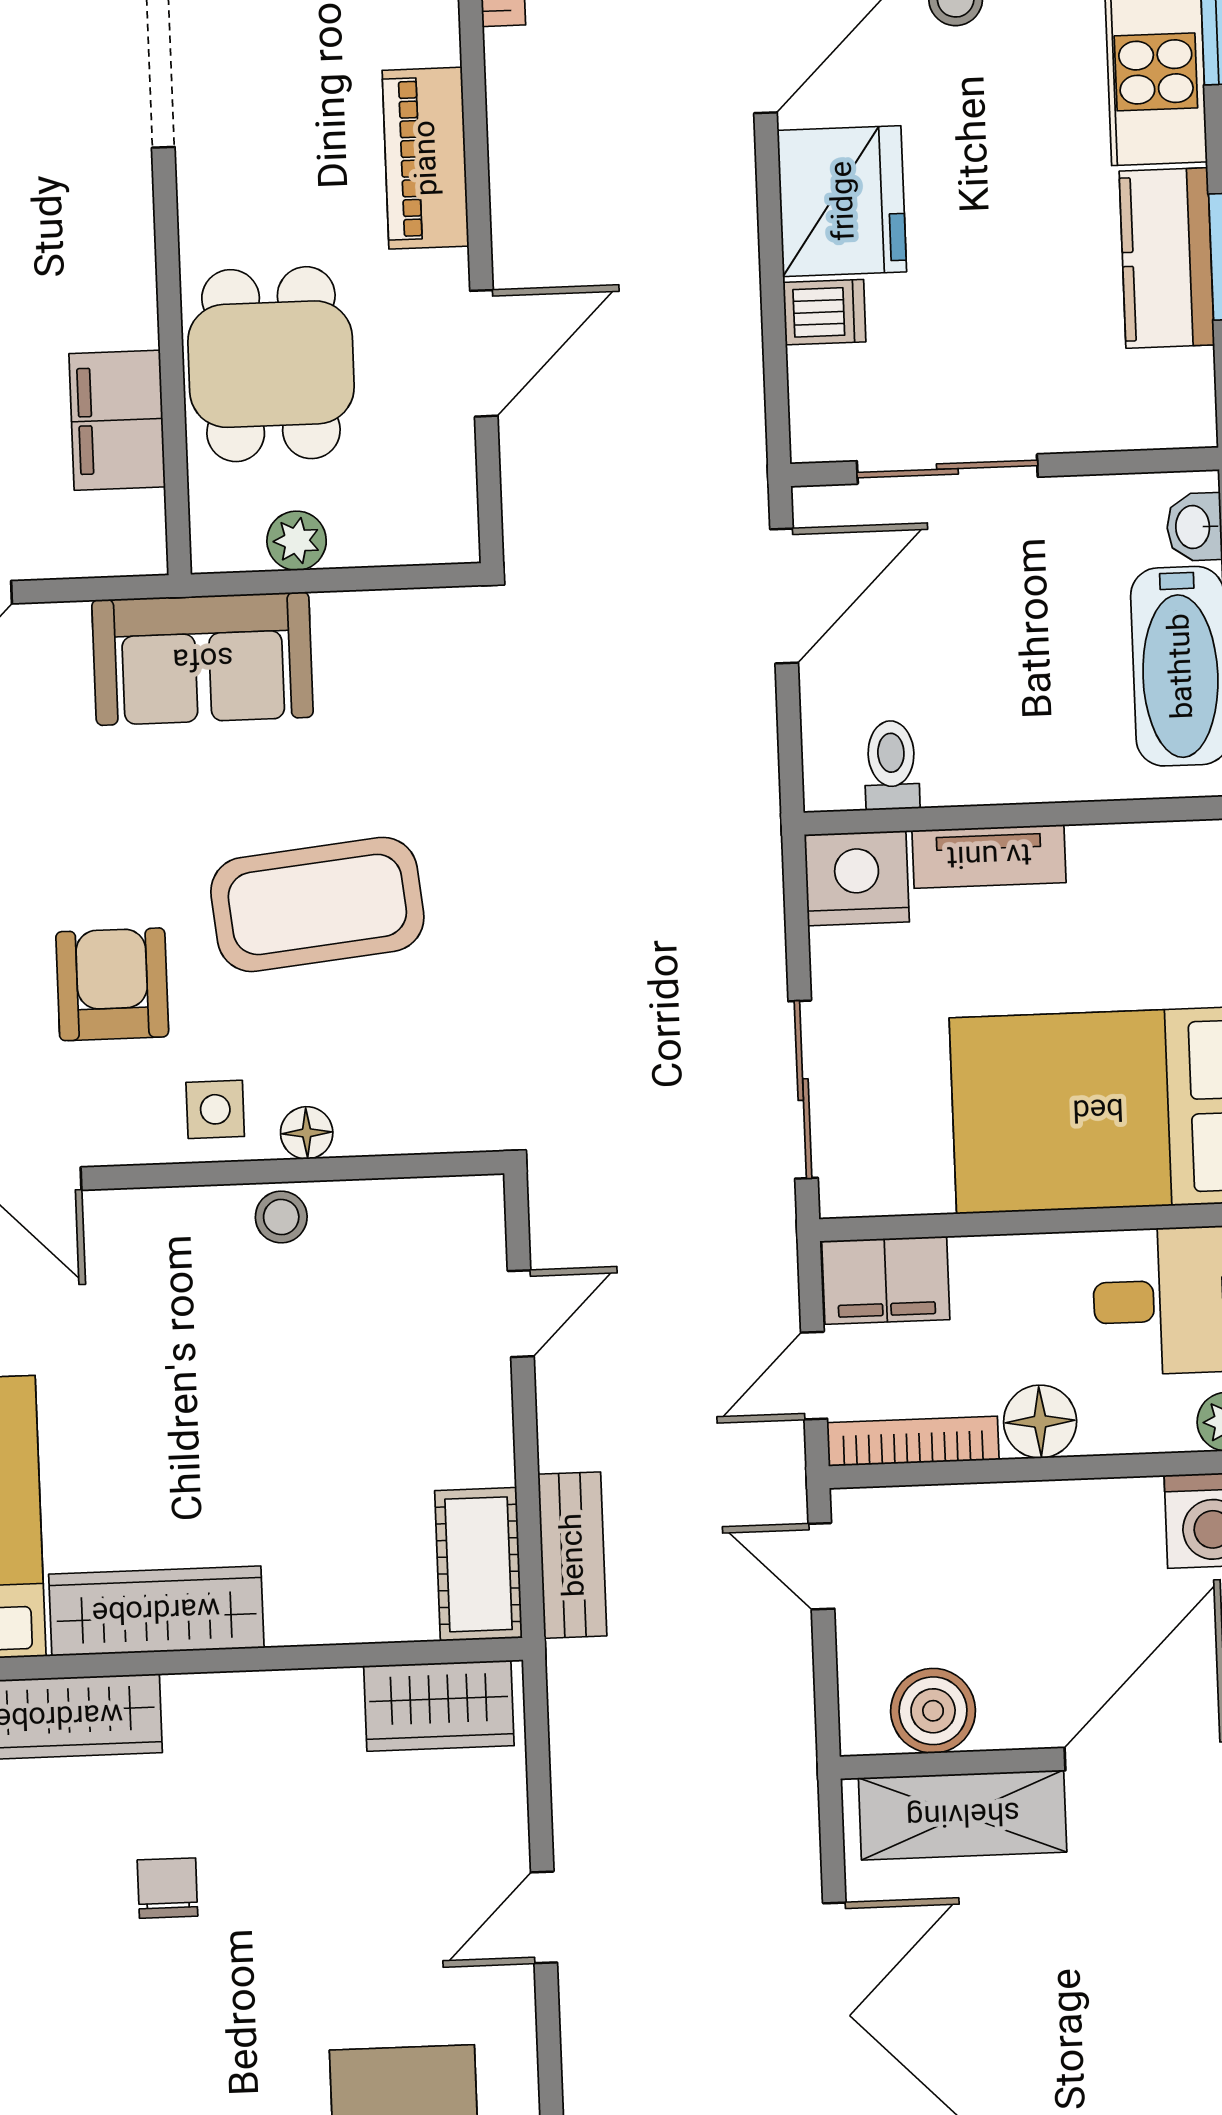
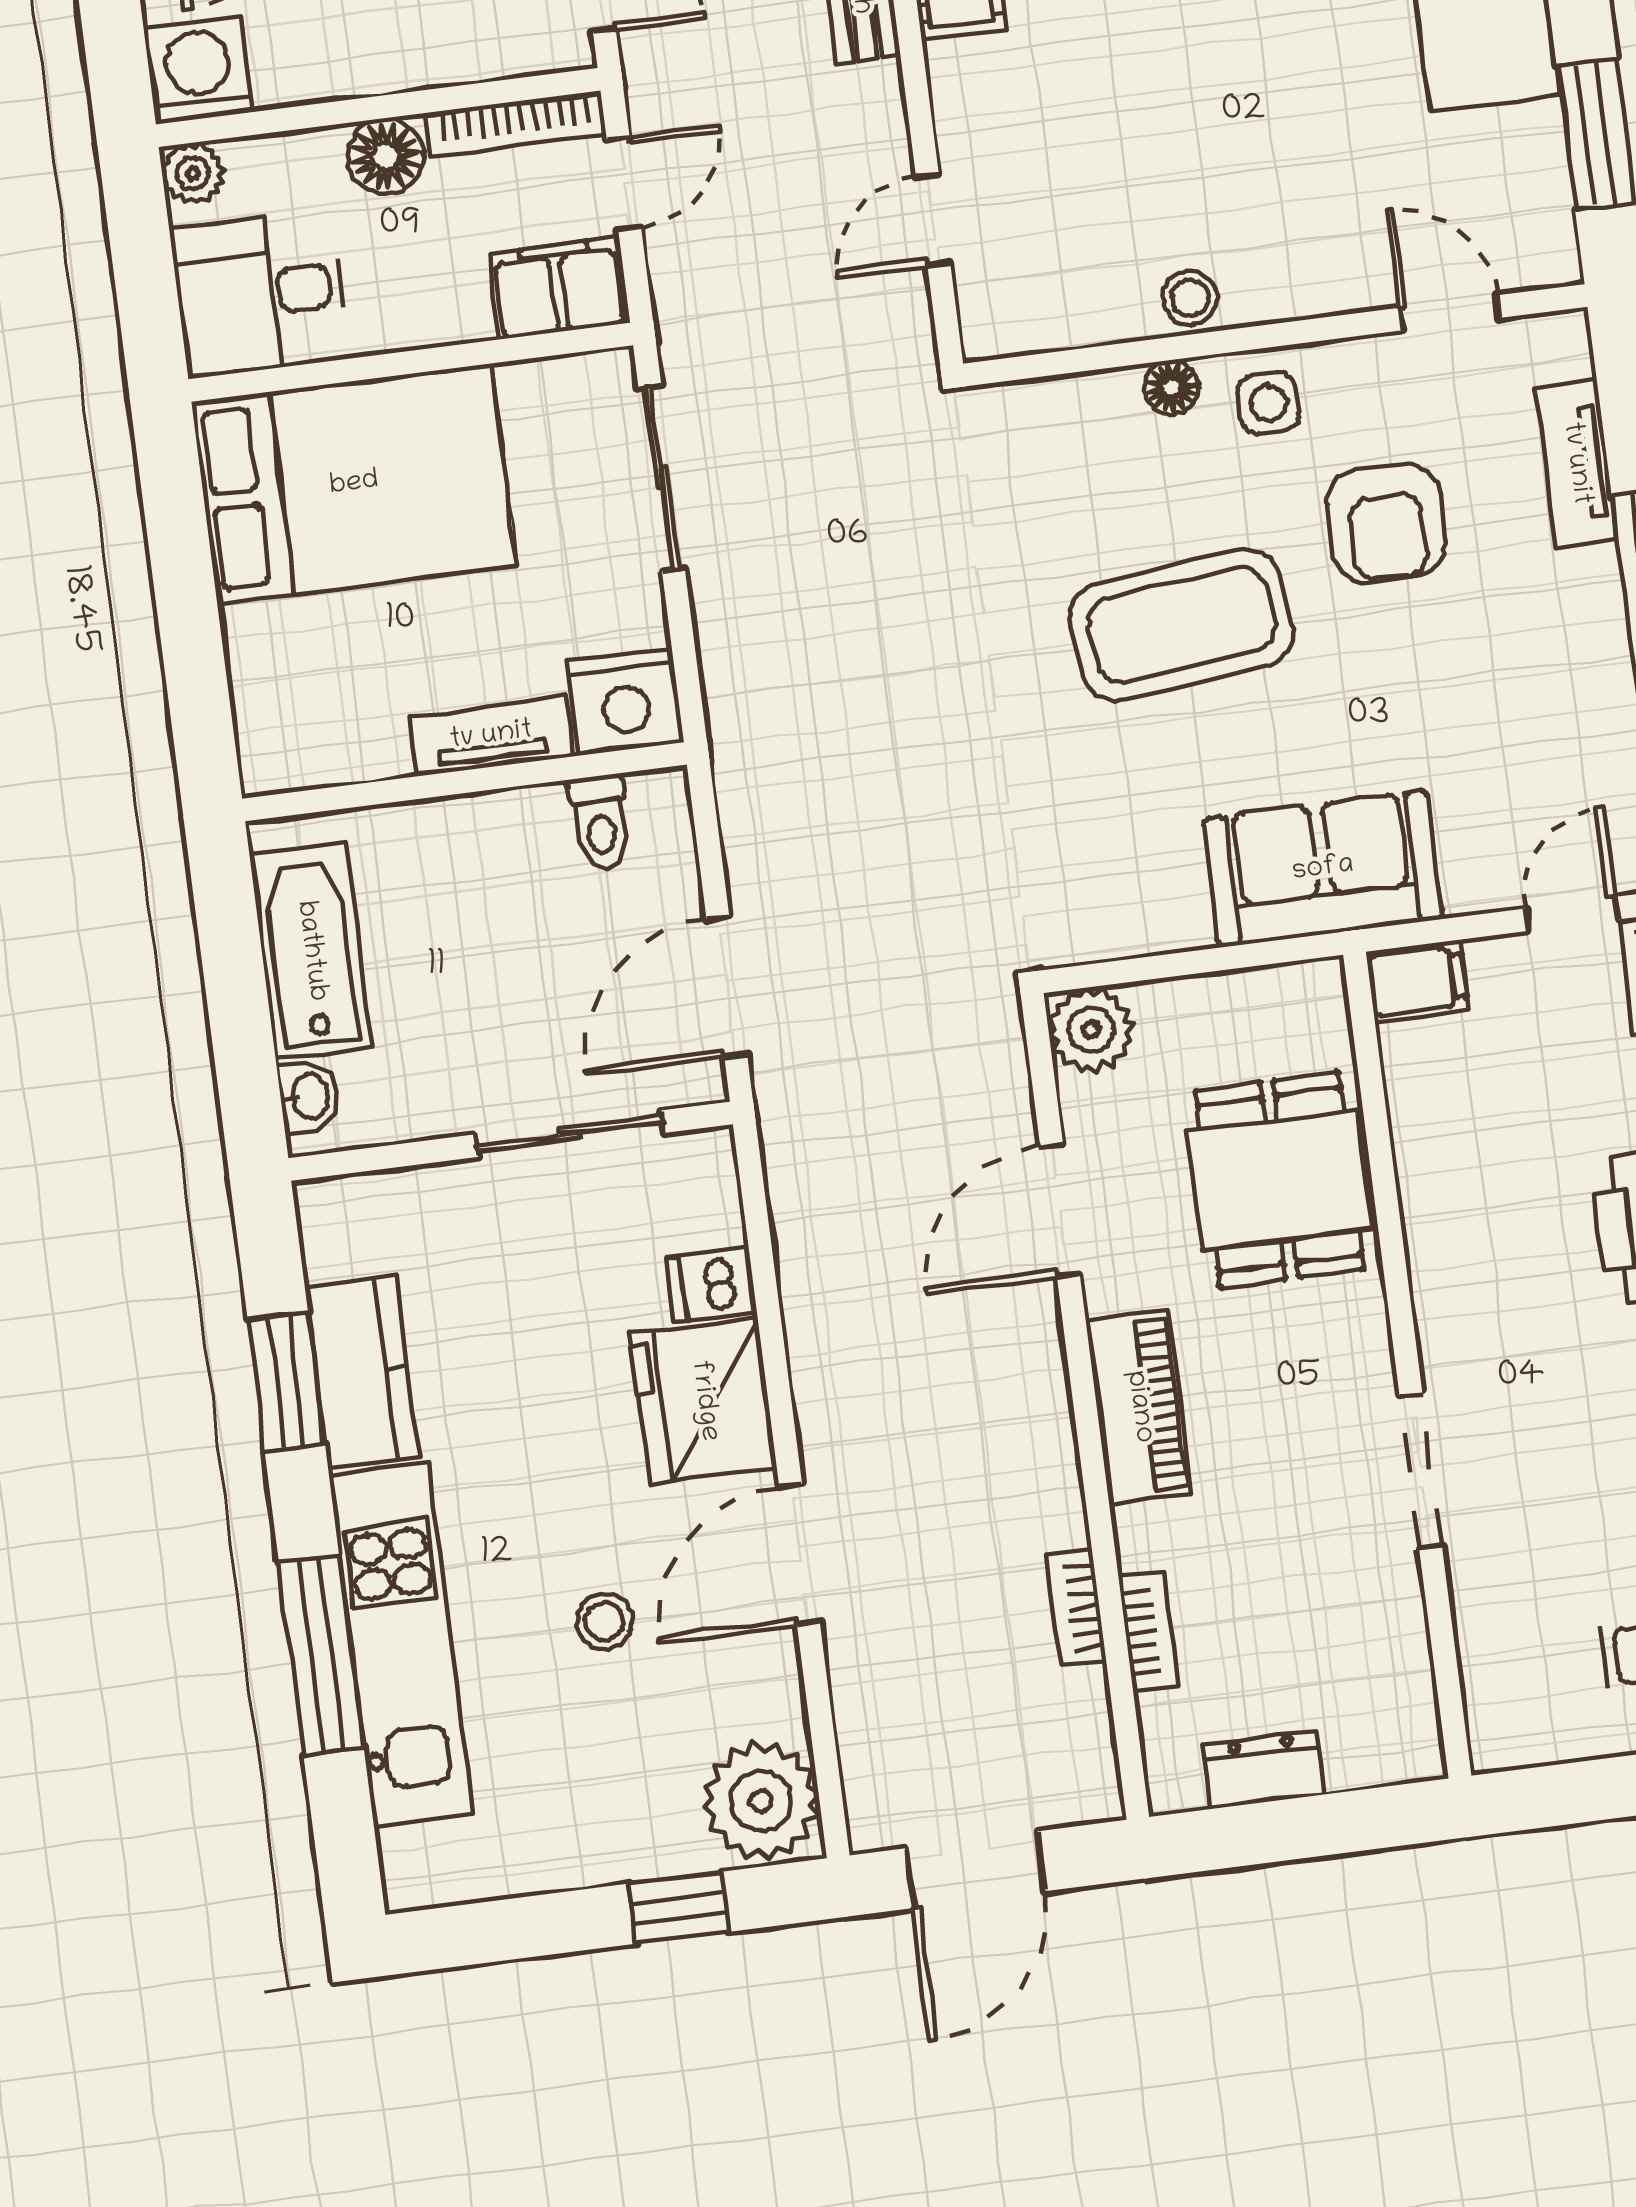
filing cabinet: (117, 420) -> (1417, 981), moved, width x0.50
plant: (297, 541) -> (1091, 1030), moved, width x1.38, depth x1.38

